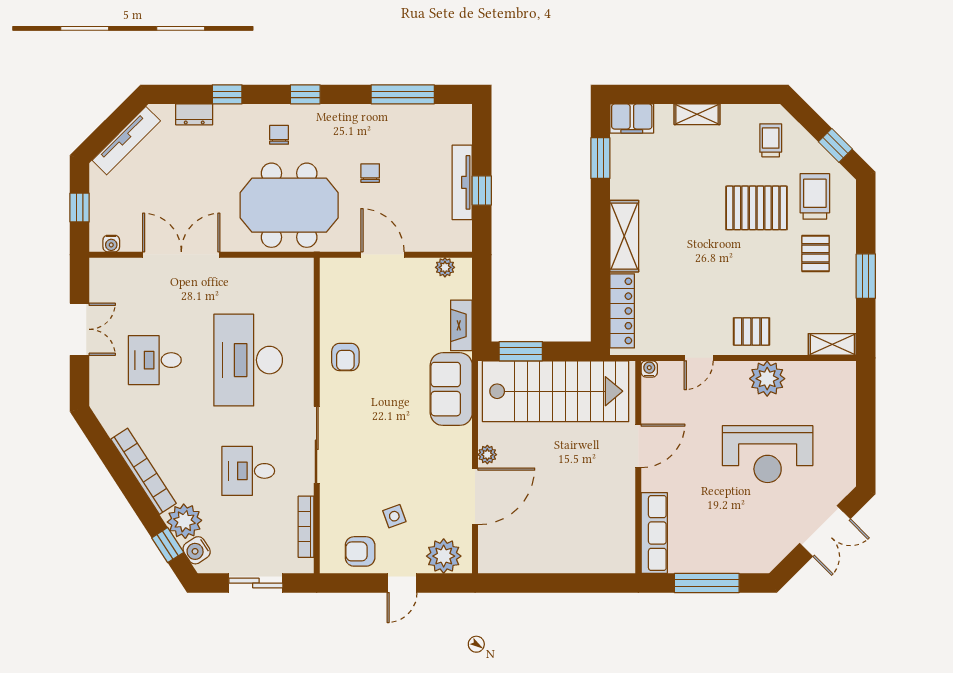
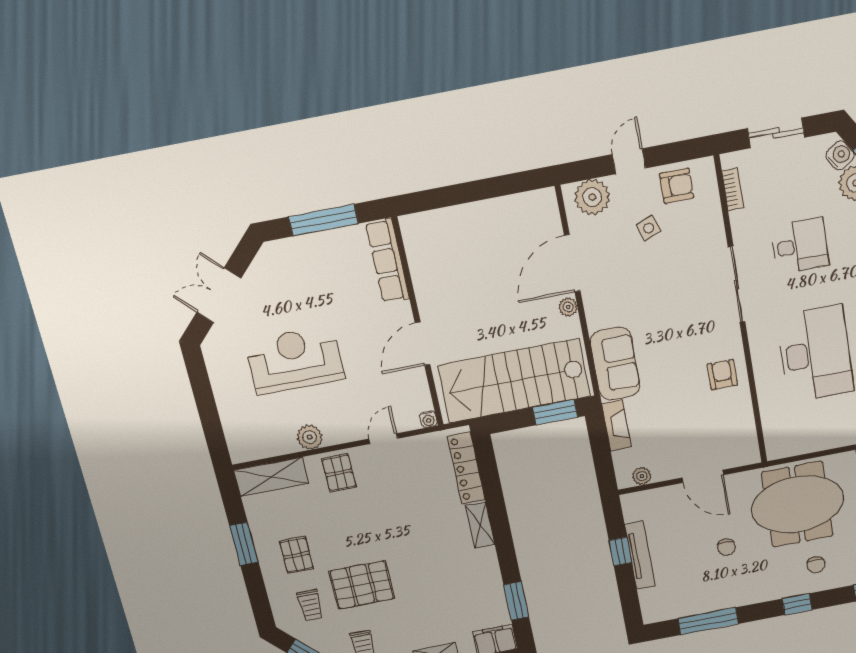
trolley: (815, 196) -> (310, 605), width x0.73, depth x0.72
shelving: (624, 236) -> (480, 525), width x0.67, depth x0.75
pallet: (751, 331) -> (339, 473), turned 90
shelving: (832, 344) -> (271, 477), width x1.50, depth x1.33
plant: (767, 379) -> (310, 437), width x0.73, depth x0.73
bookcase: (306, 527) -> (733, 189), width x0.64

